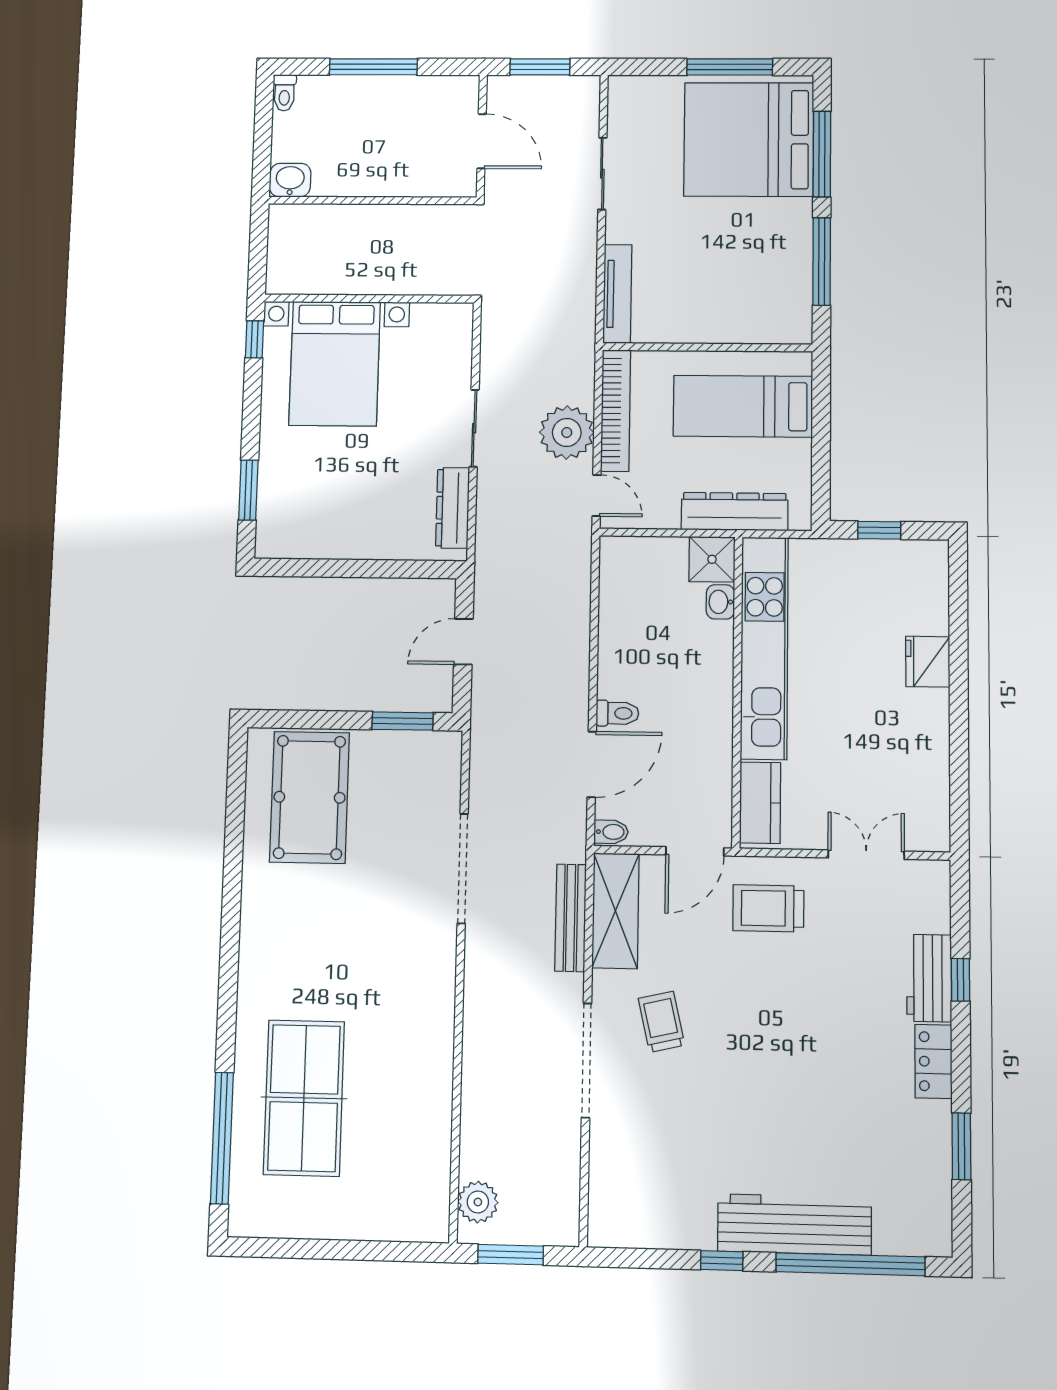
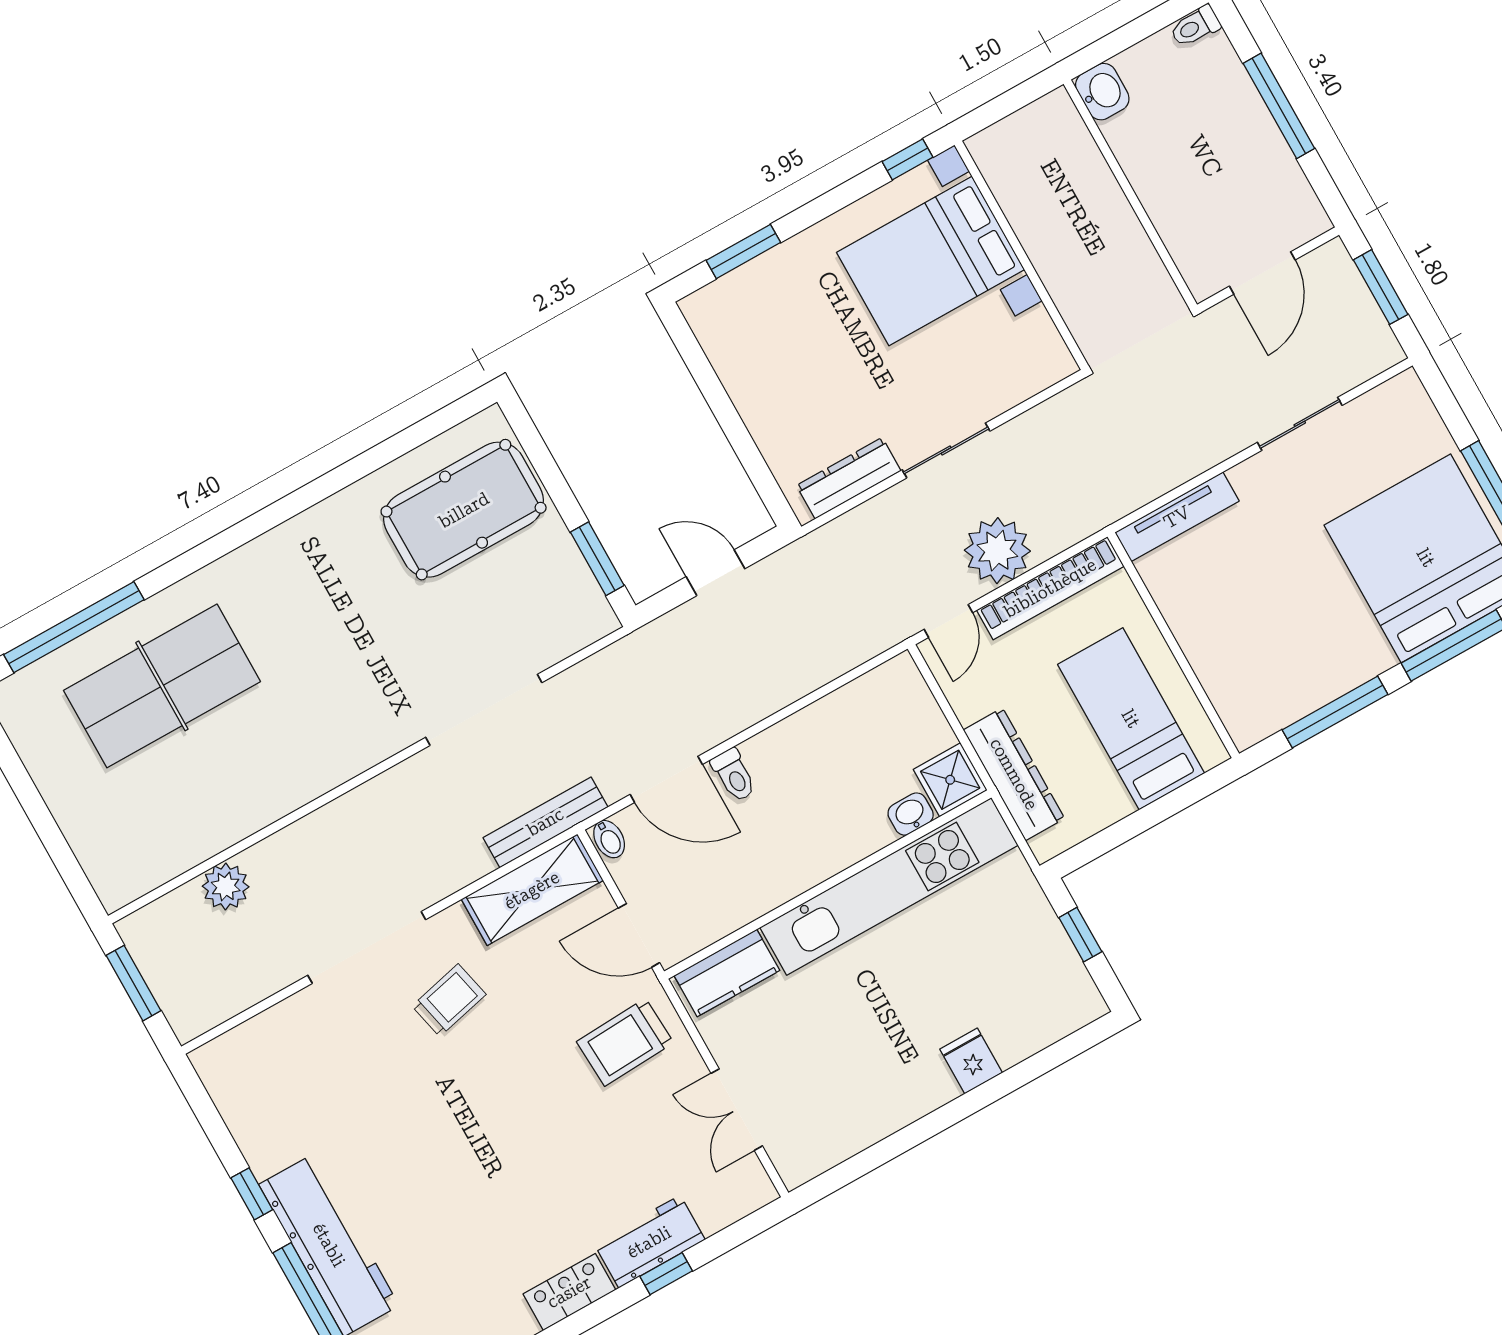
fridge: (928, 662) -> (971, 1061), width x0.72
double door: (866, 855) -> (737, 1110), swing flipped
trolley: (768, 908) -> (625, 1042), turned -93
bench: (571, 918) -> (545, 822), moved
plant: (478, 1202) -> (226, 886), moved

